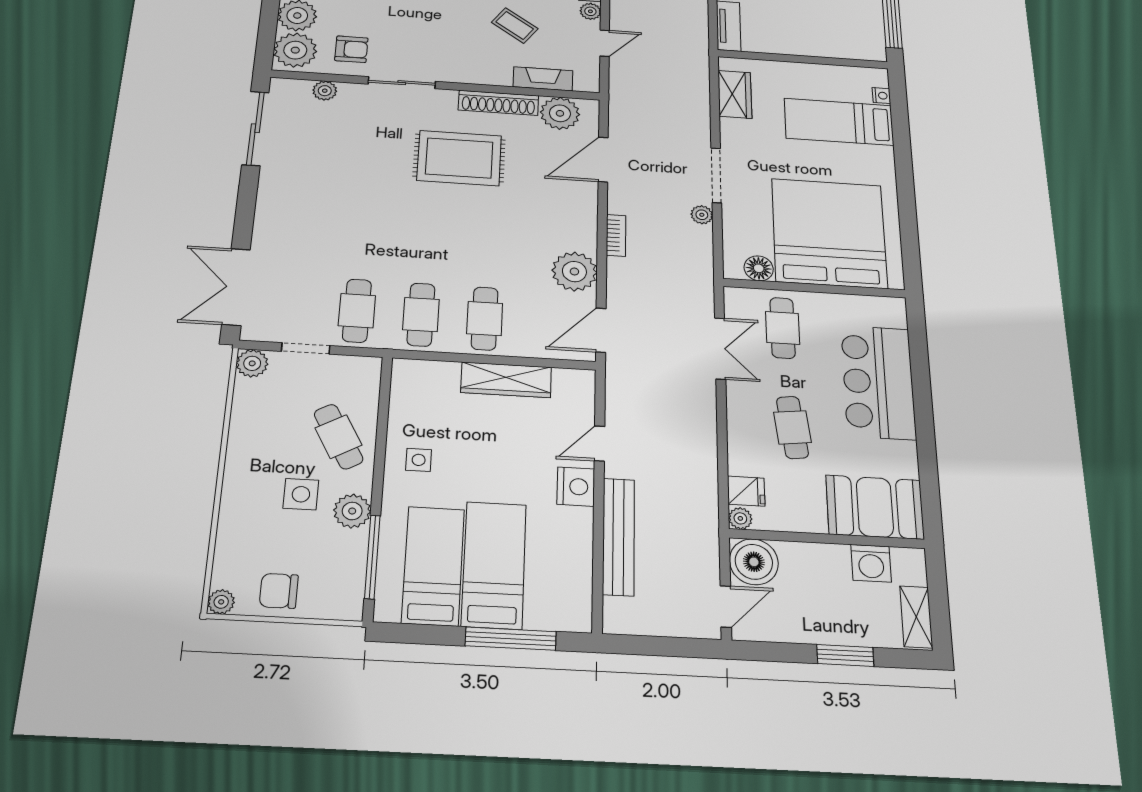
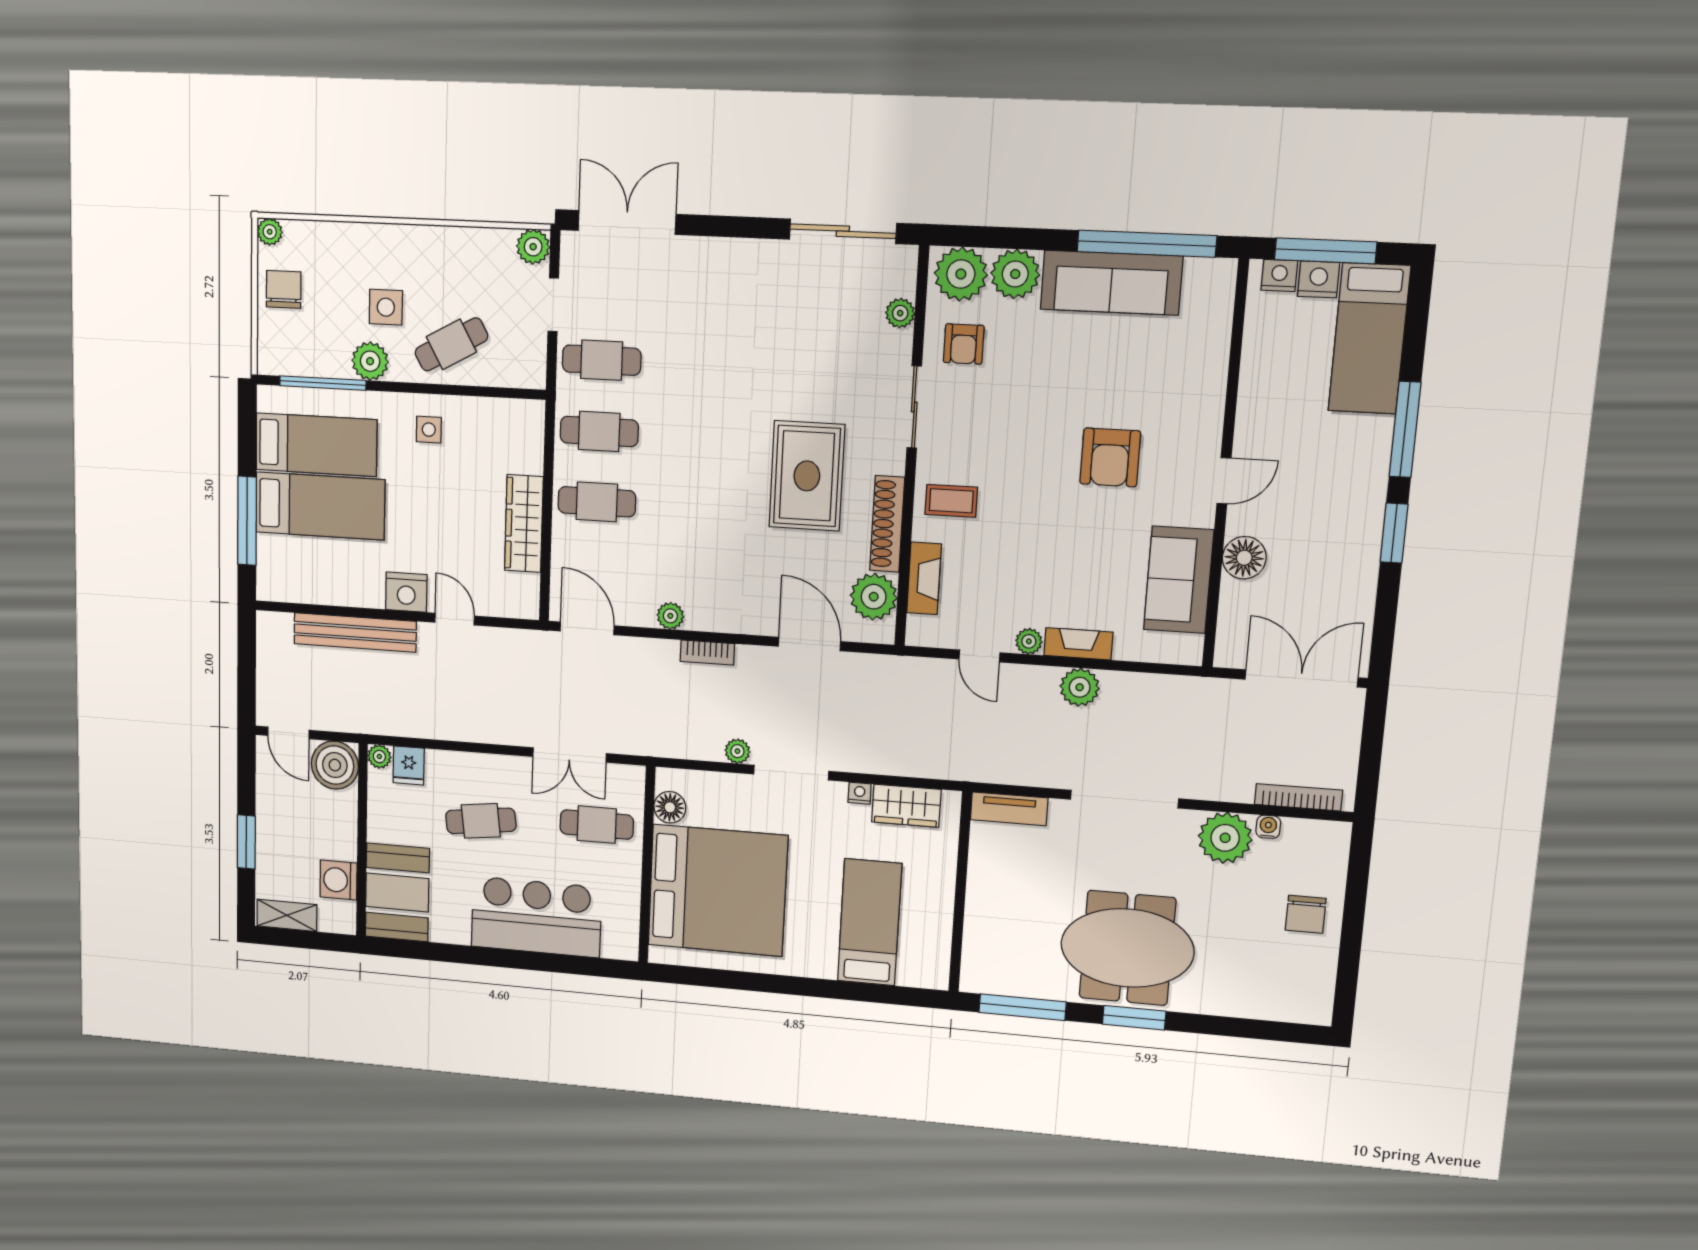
coffee table: (515, 25) -> (951, 501), moved, turned 55
nightstand: (881, 96) -> (860, 793), moved, turned 180
plant: (574, 272) -> (670, 616), width x0.53, depth x0.53

